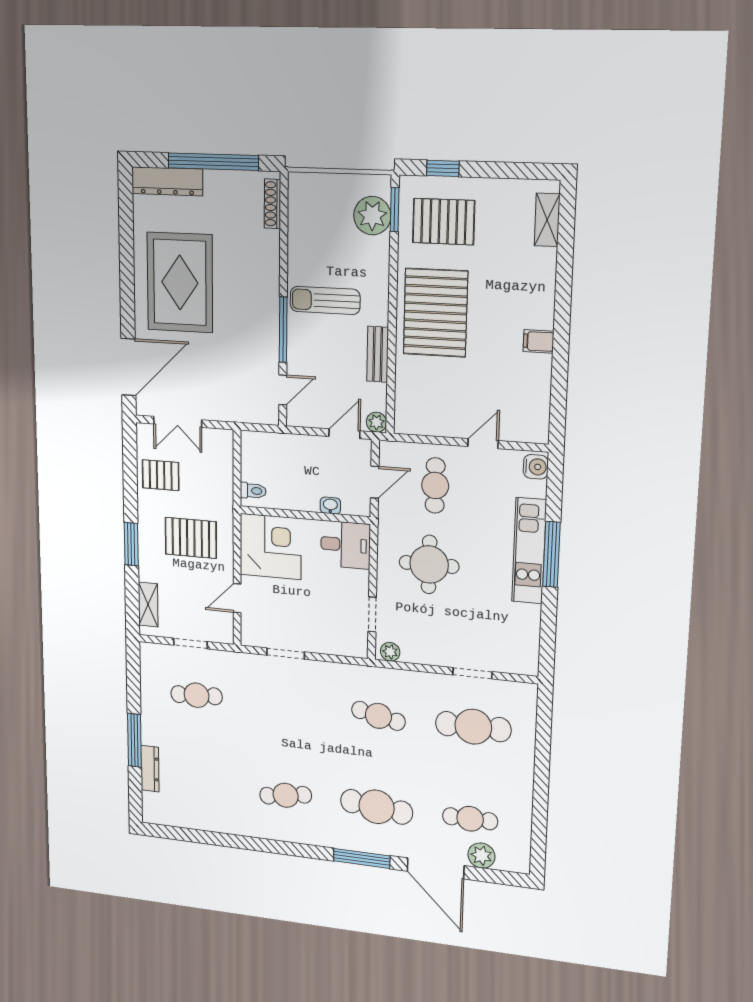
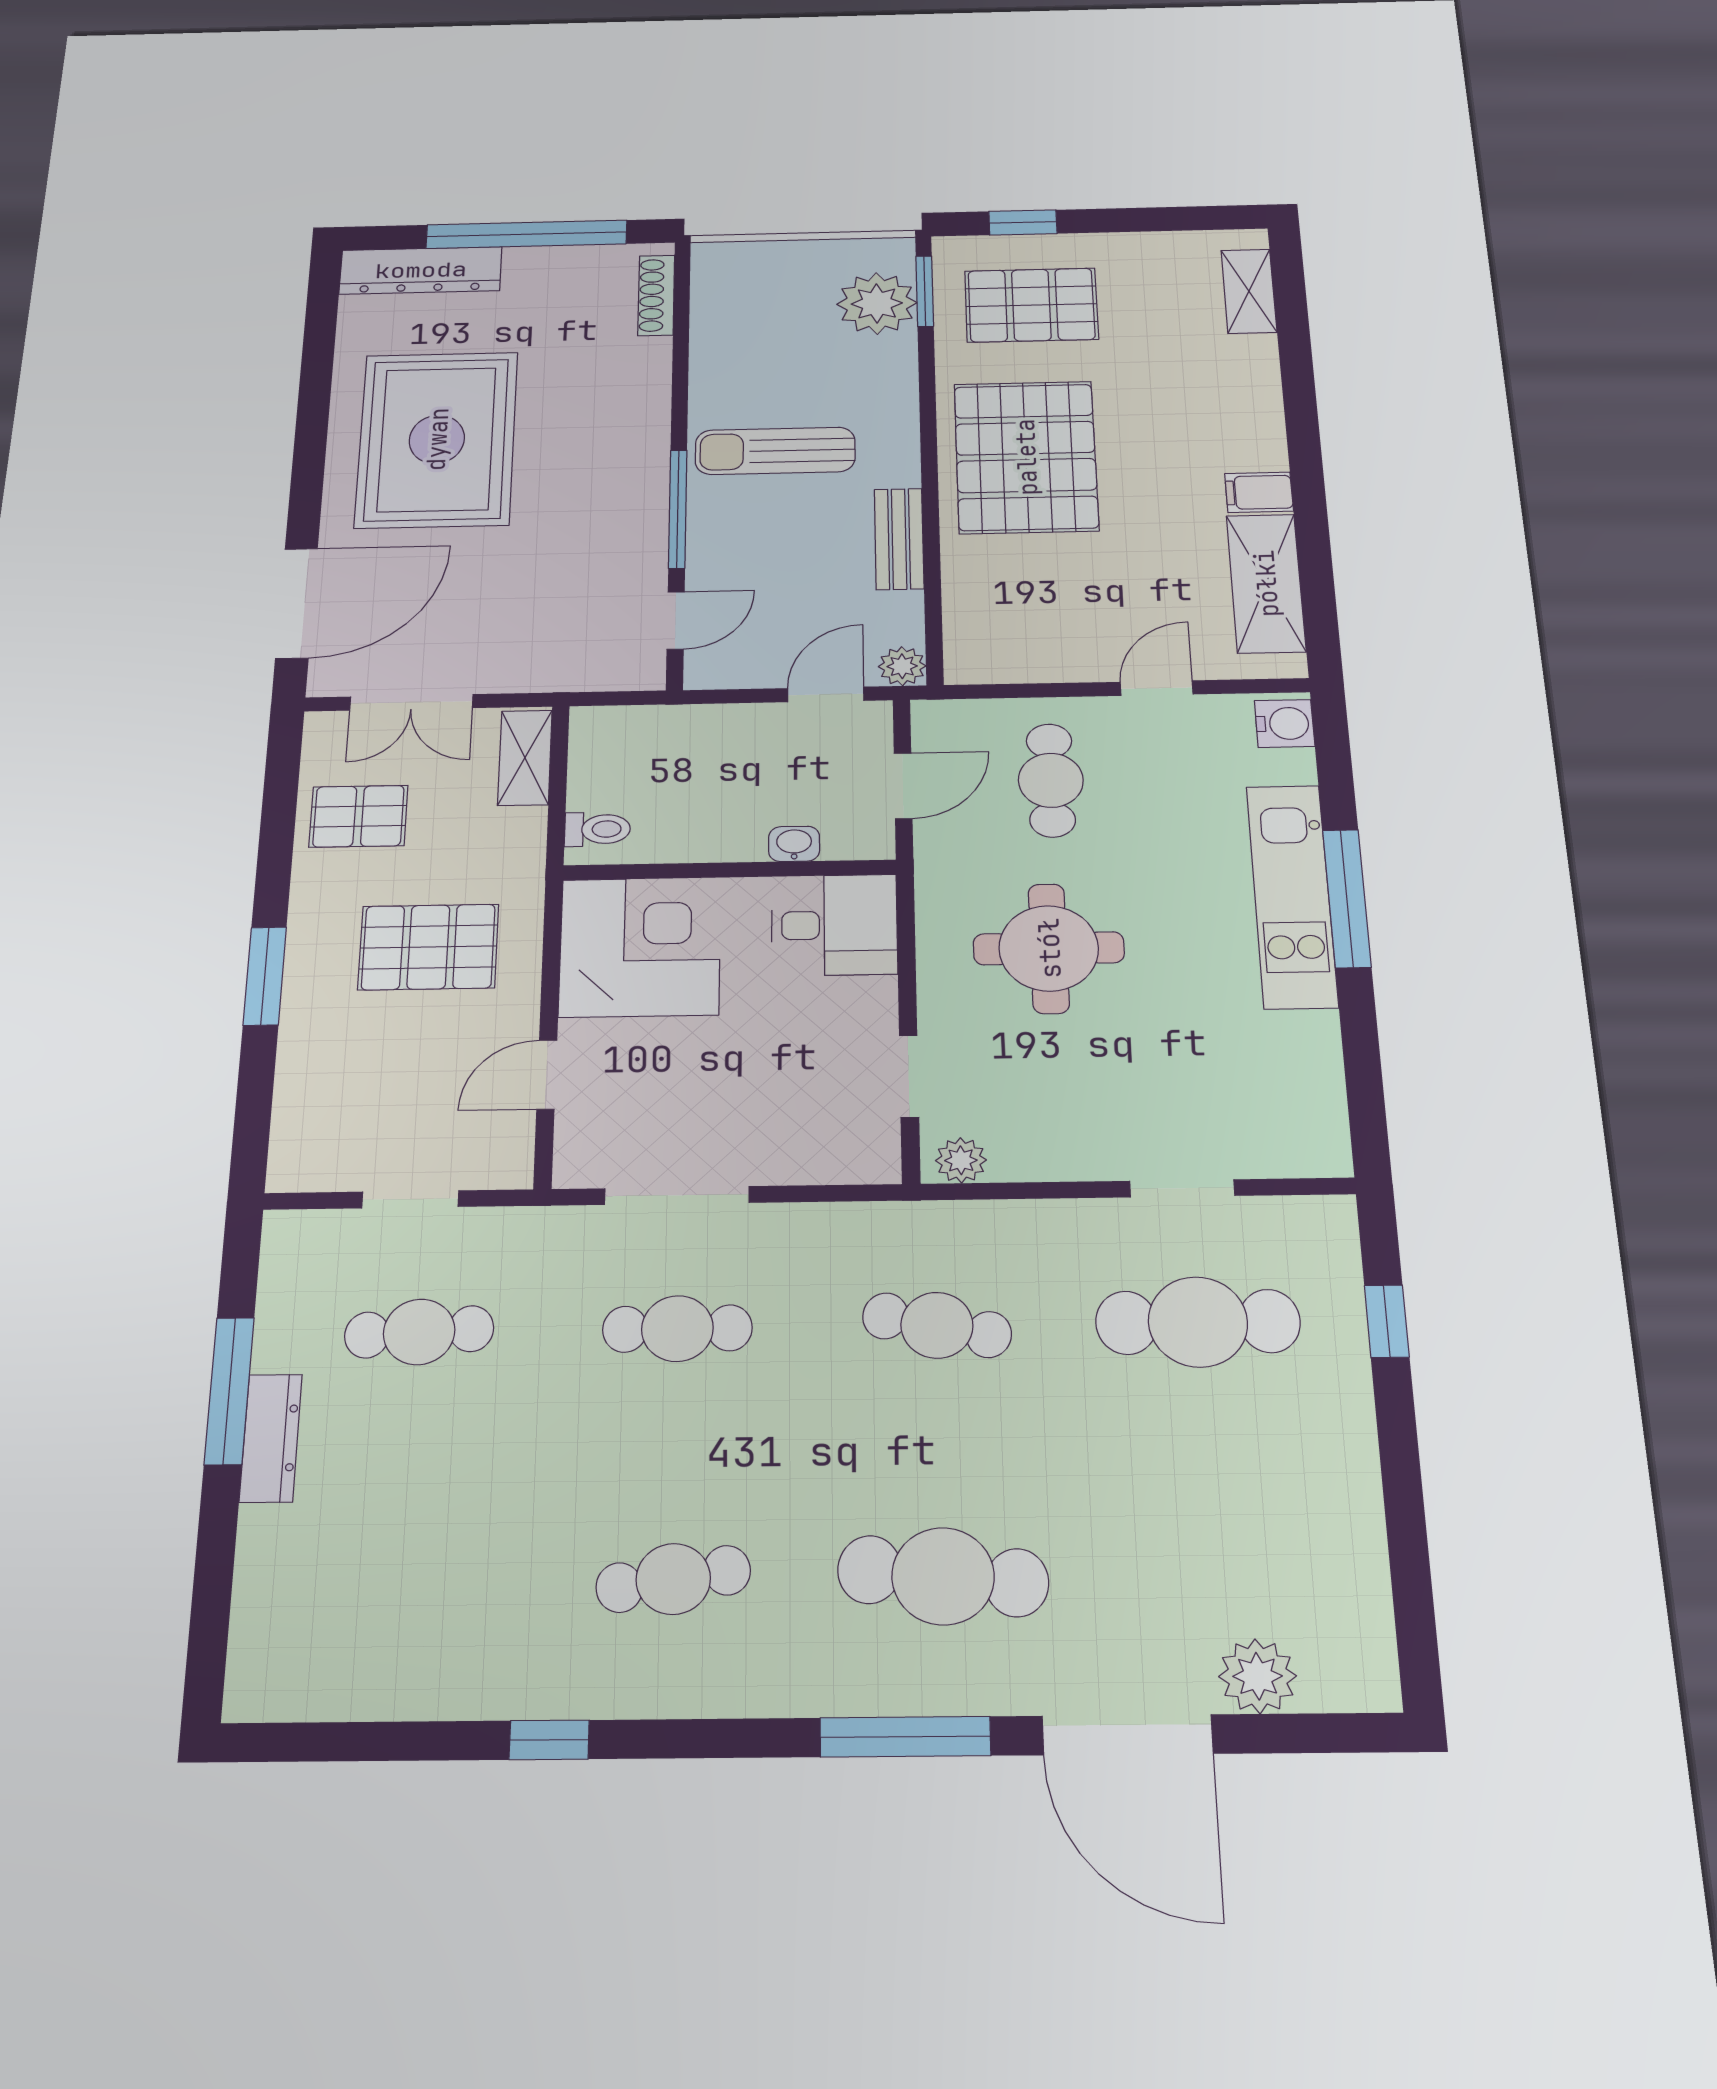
shelving: (536, 392) -> (1266, 583), added
shelving: (148, 604) -> (525, 758), moved
doorway: (286, 654) -> (677, 1196), width x1.38
window: (543, 735) -> (1387, 1321), added
window: (134, 740) -> (229, 1391), moved
dresser: (150, 769) -> (271, 1438), moved
cafe table: (470, 819) -> (677, 1329), moved
window: (246, 843) -> (549, 1740), added

